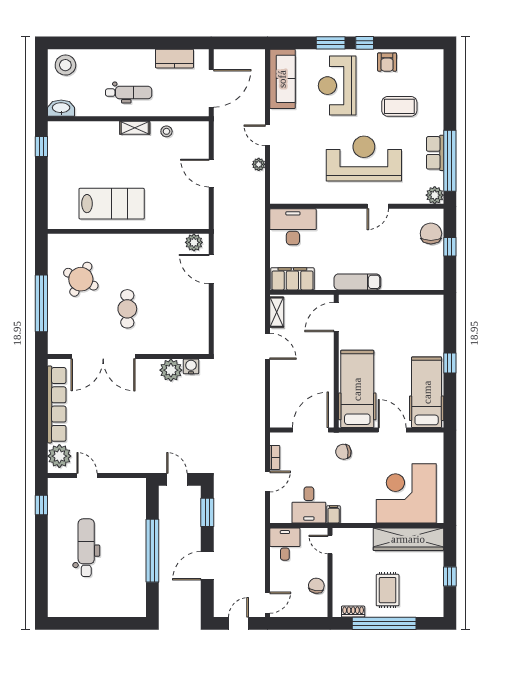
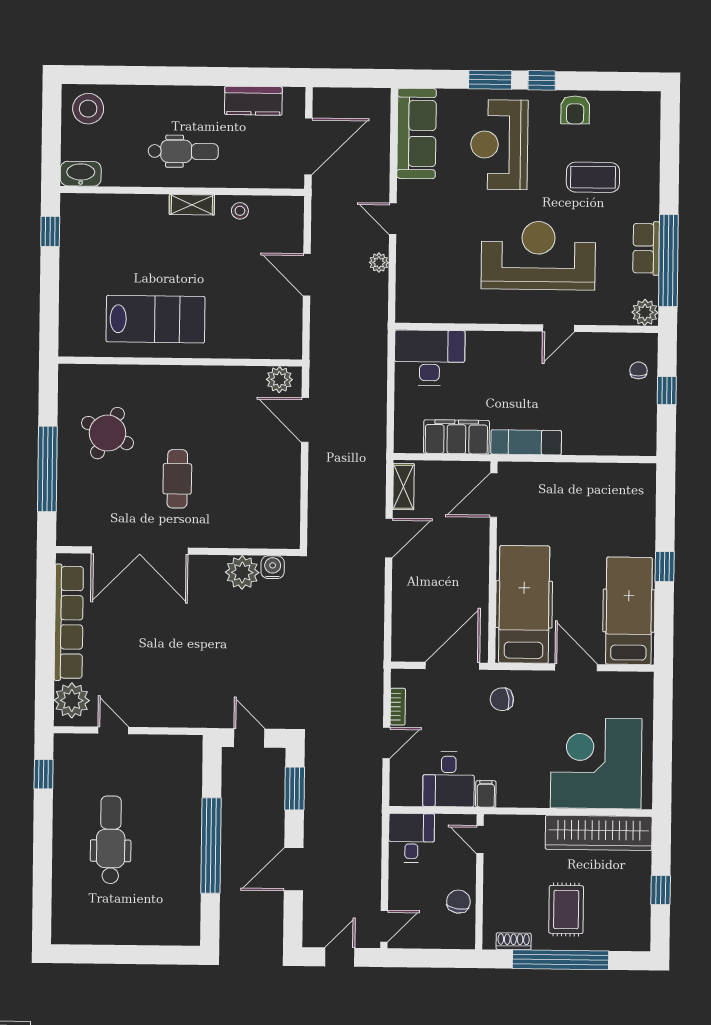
chair: (431, 234) -> (638, 370), width x0.54, depth x0.54
filing cabinet: (292, 279) -> (456, 437), moved
door: (267, 346) -> (389, 538), hinge flipped

